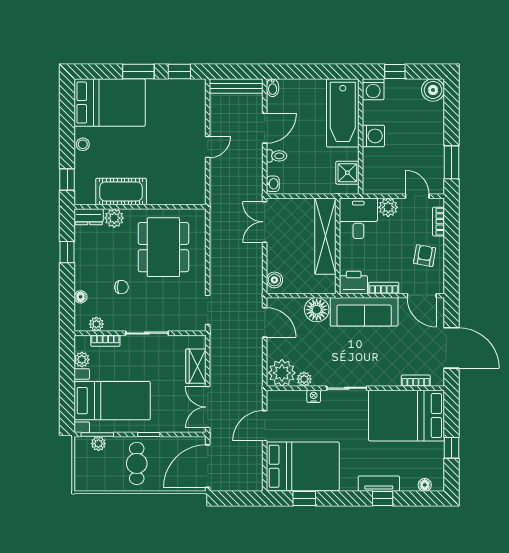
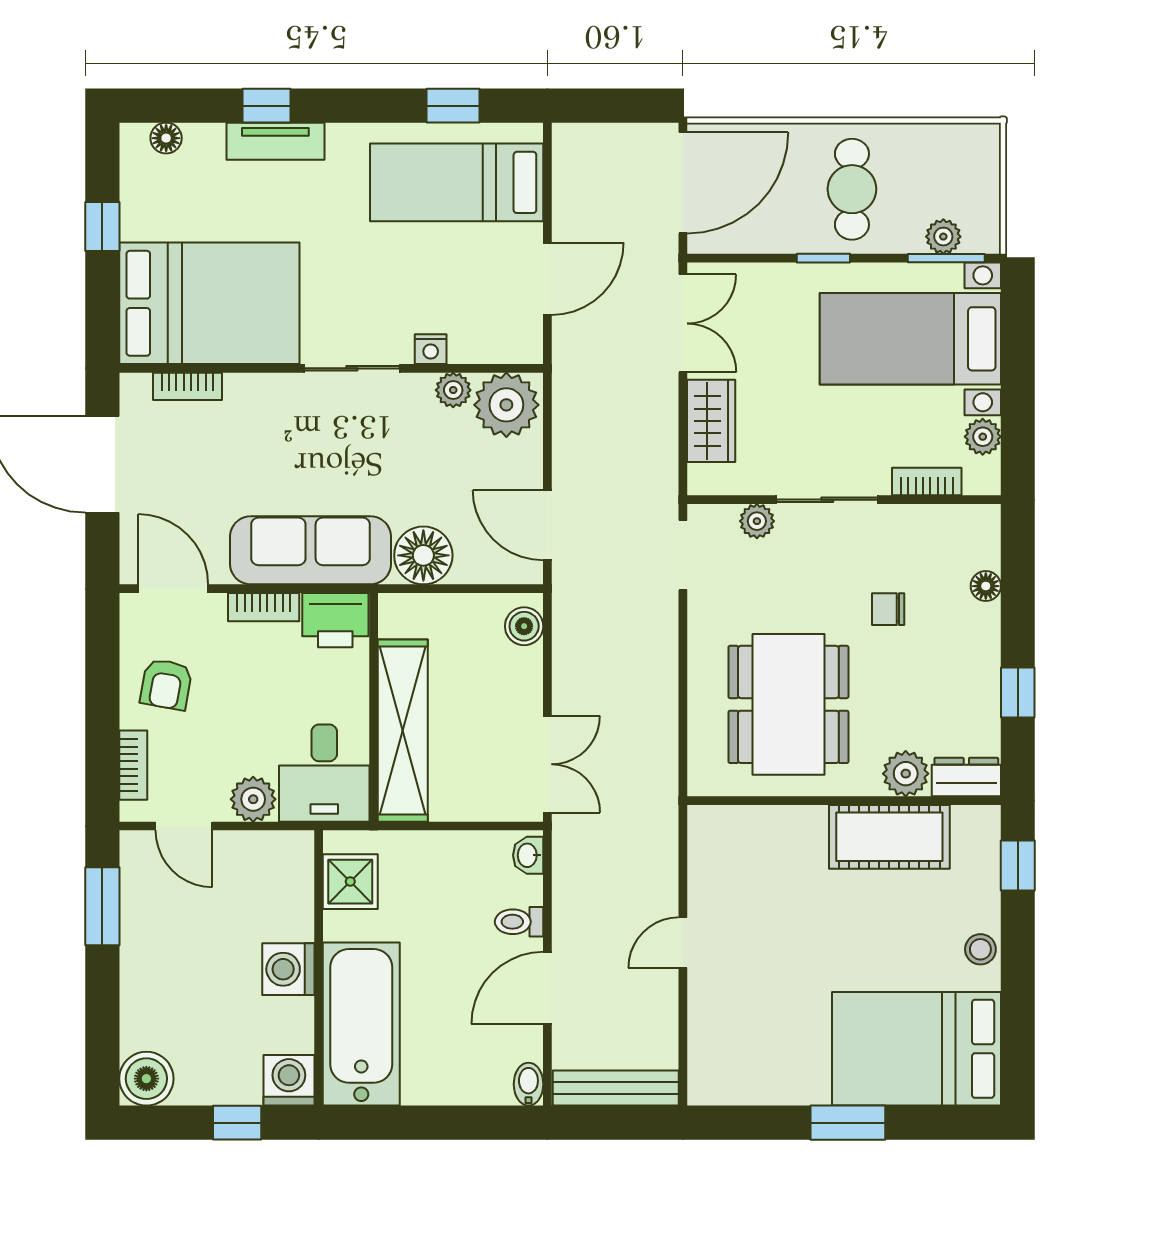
window: (179, 72) -> (750, 1123), removed
plant: (96, 324) -> (757, 521), moved
bed: (303, 466) -> (457, 182), width x0.67

